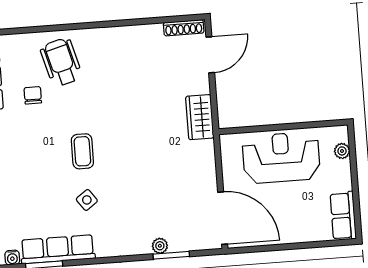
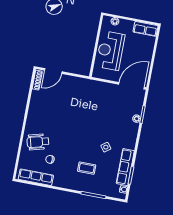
door: (210, 55) -> (53, 71), swing flipped
wardrobe: (200, 117) -> (81, 84), removed
coffee table: (82, 151) -> (87, 168), moved

